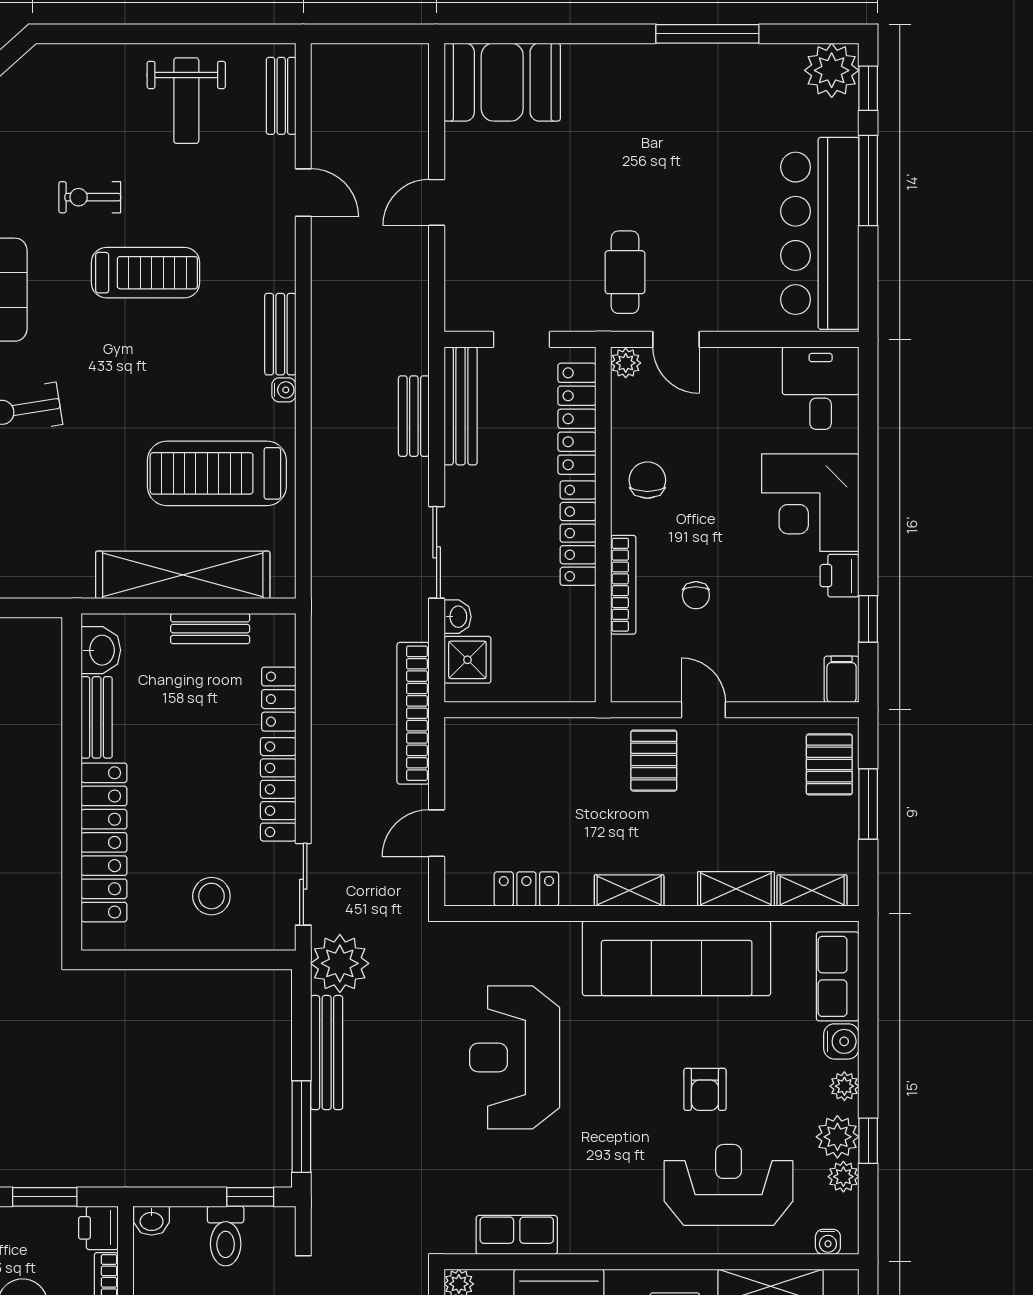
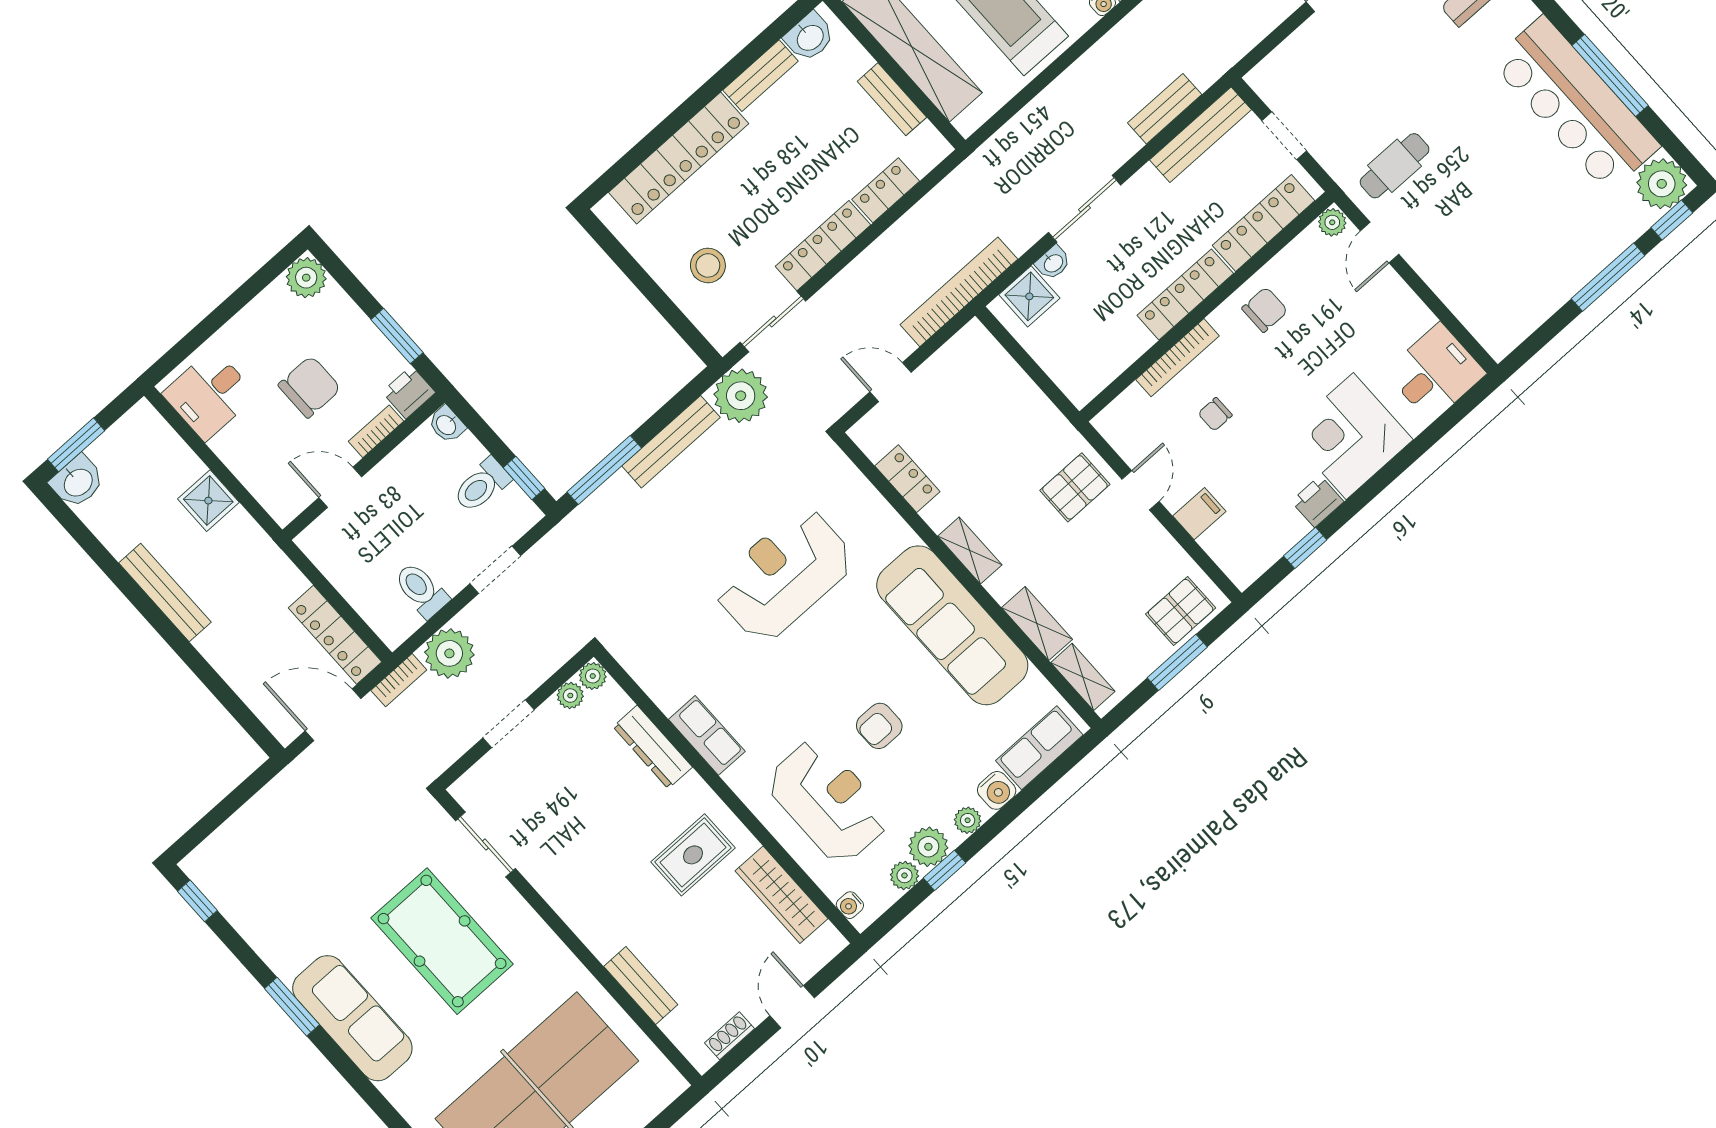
bar counter: (820, 233) -> (1576, 104), moved, turned -90
filing cabinet: (842, 679) -> (1199, 514), moved
row of seats: (517, 1235) -> (707, 735), moved

